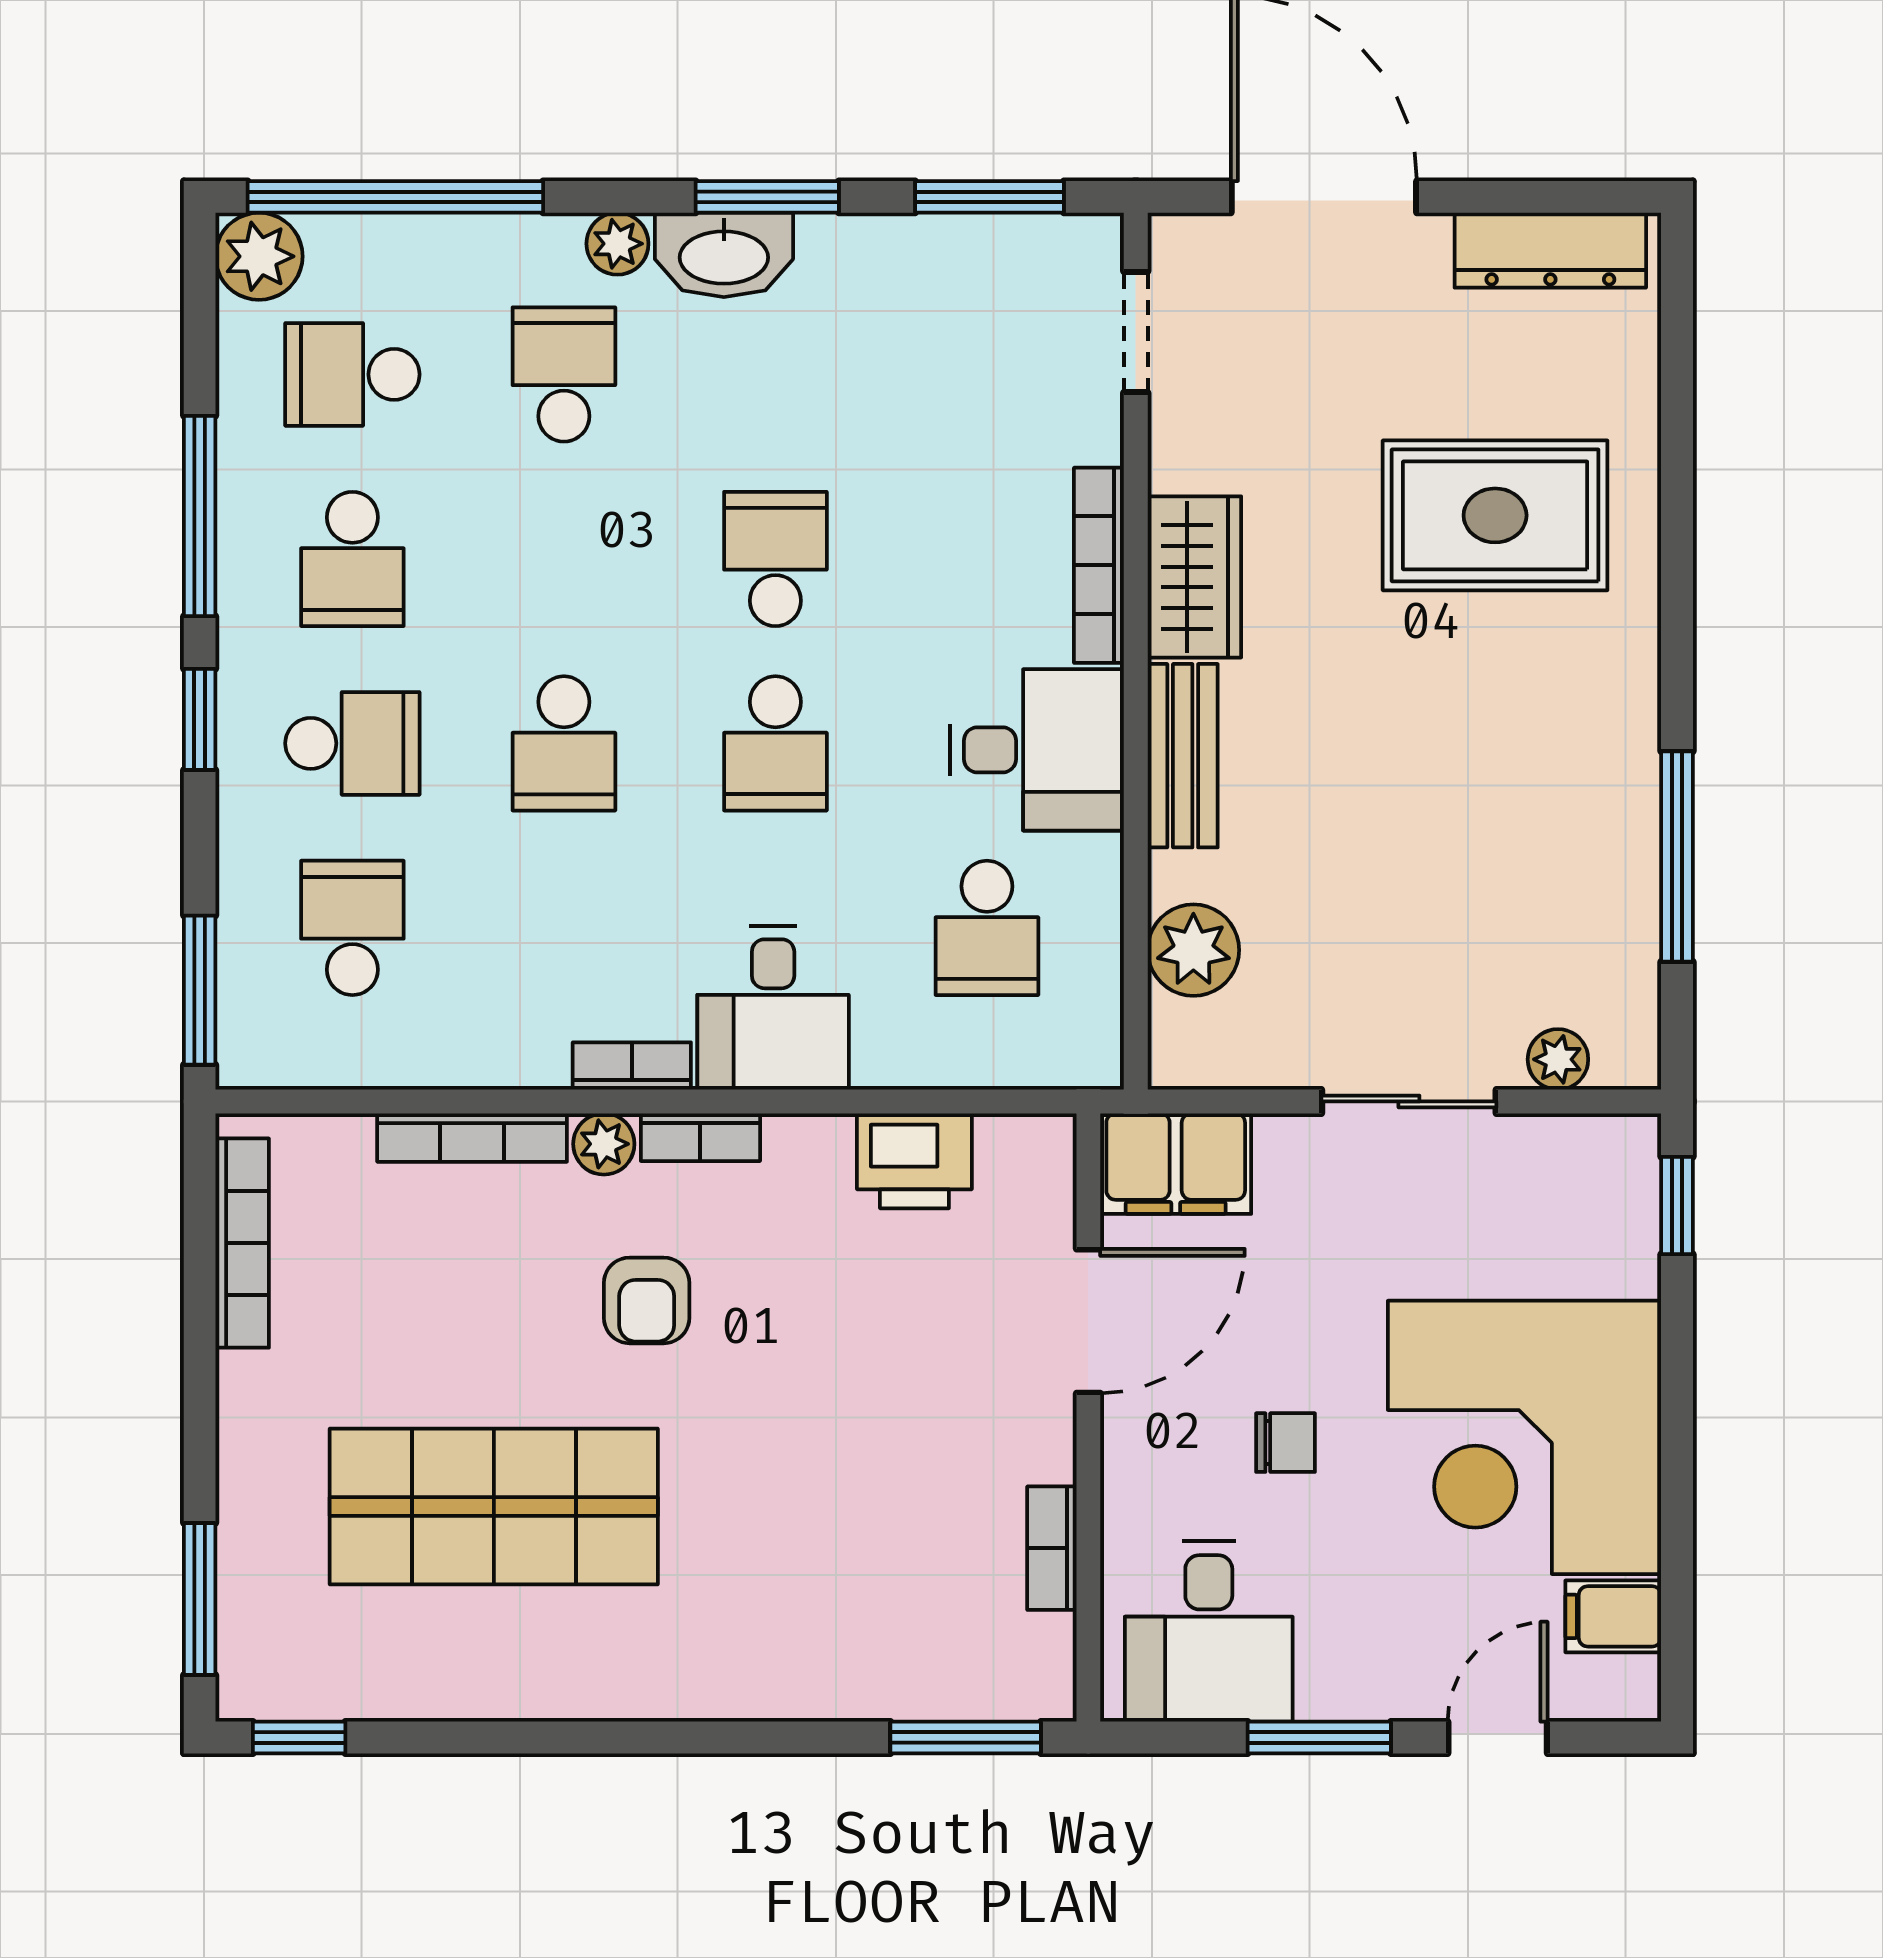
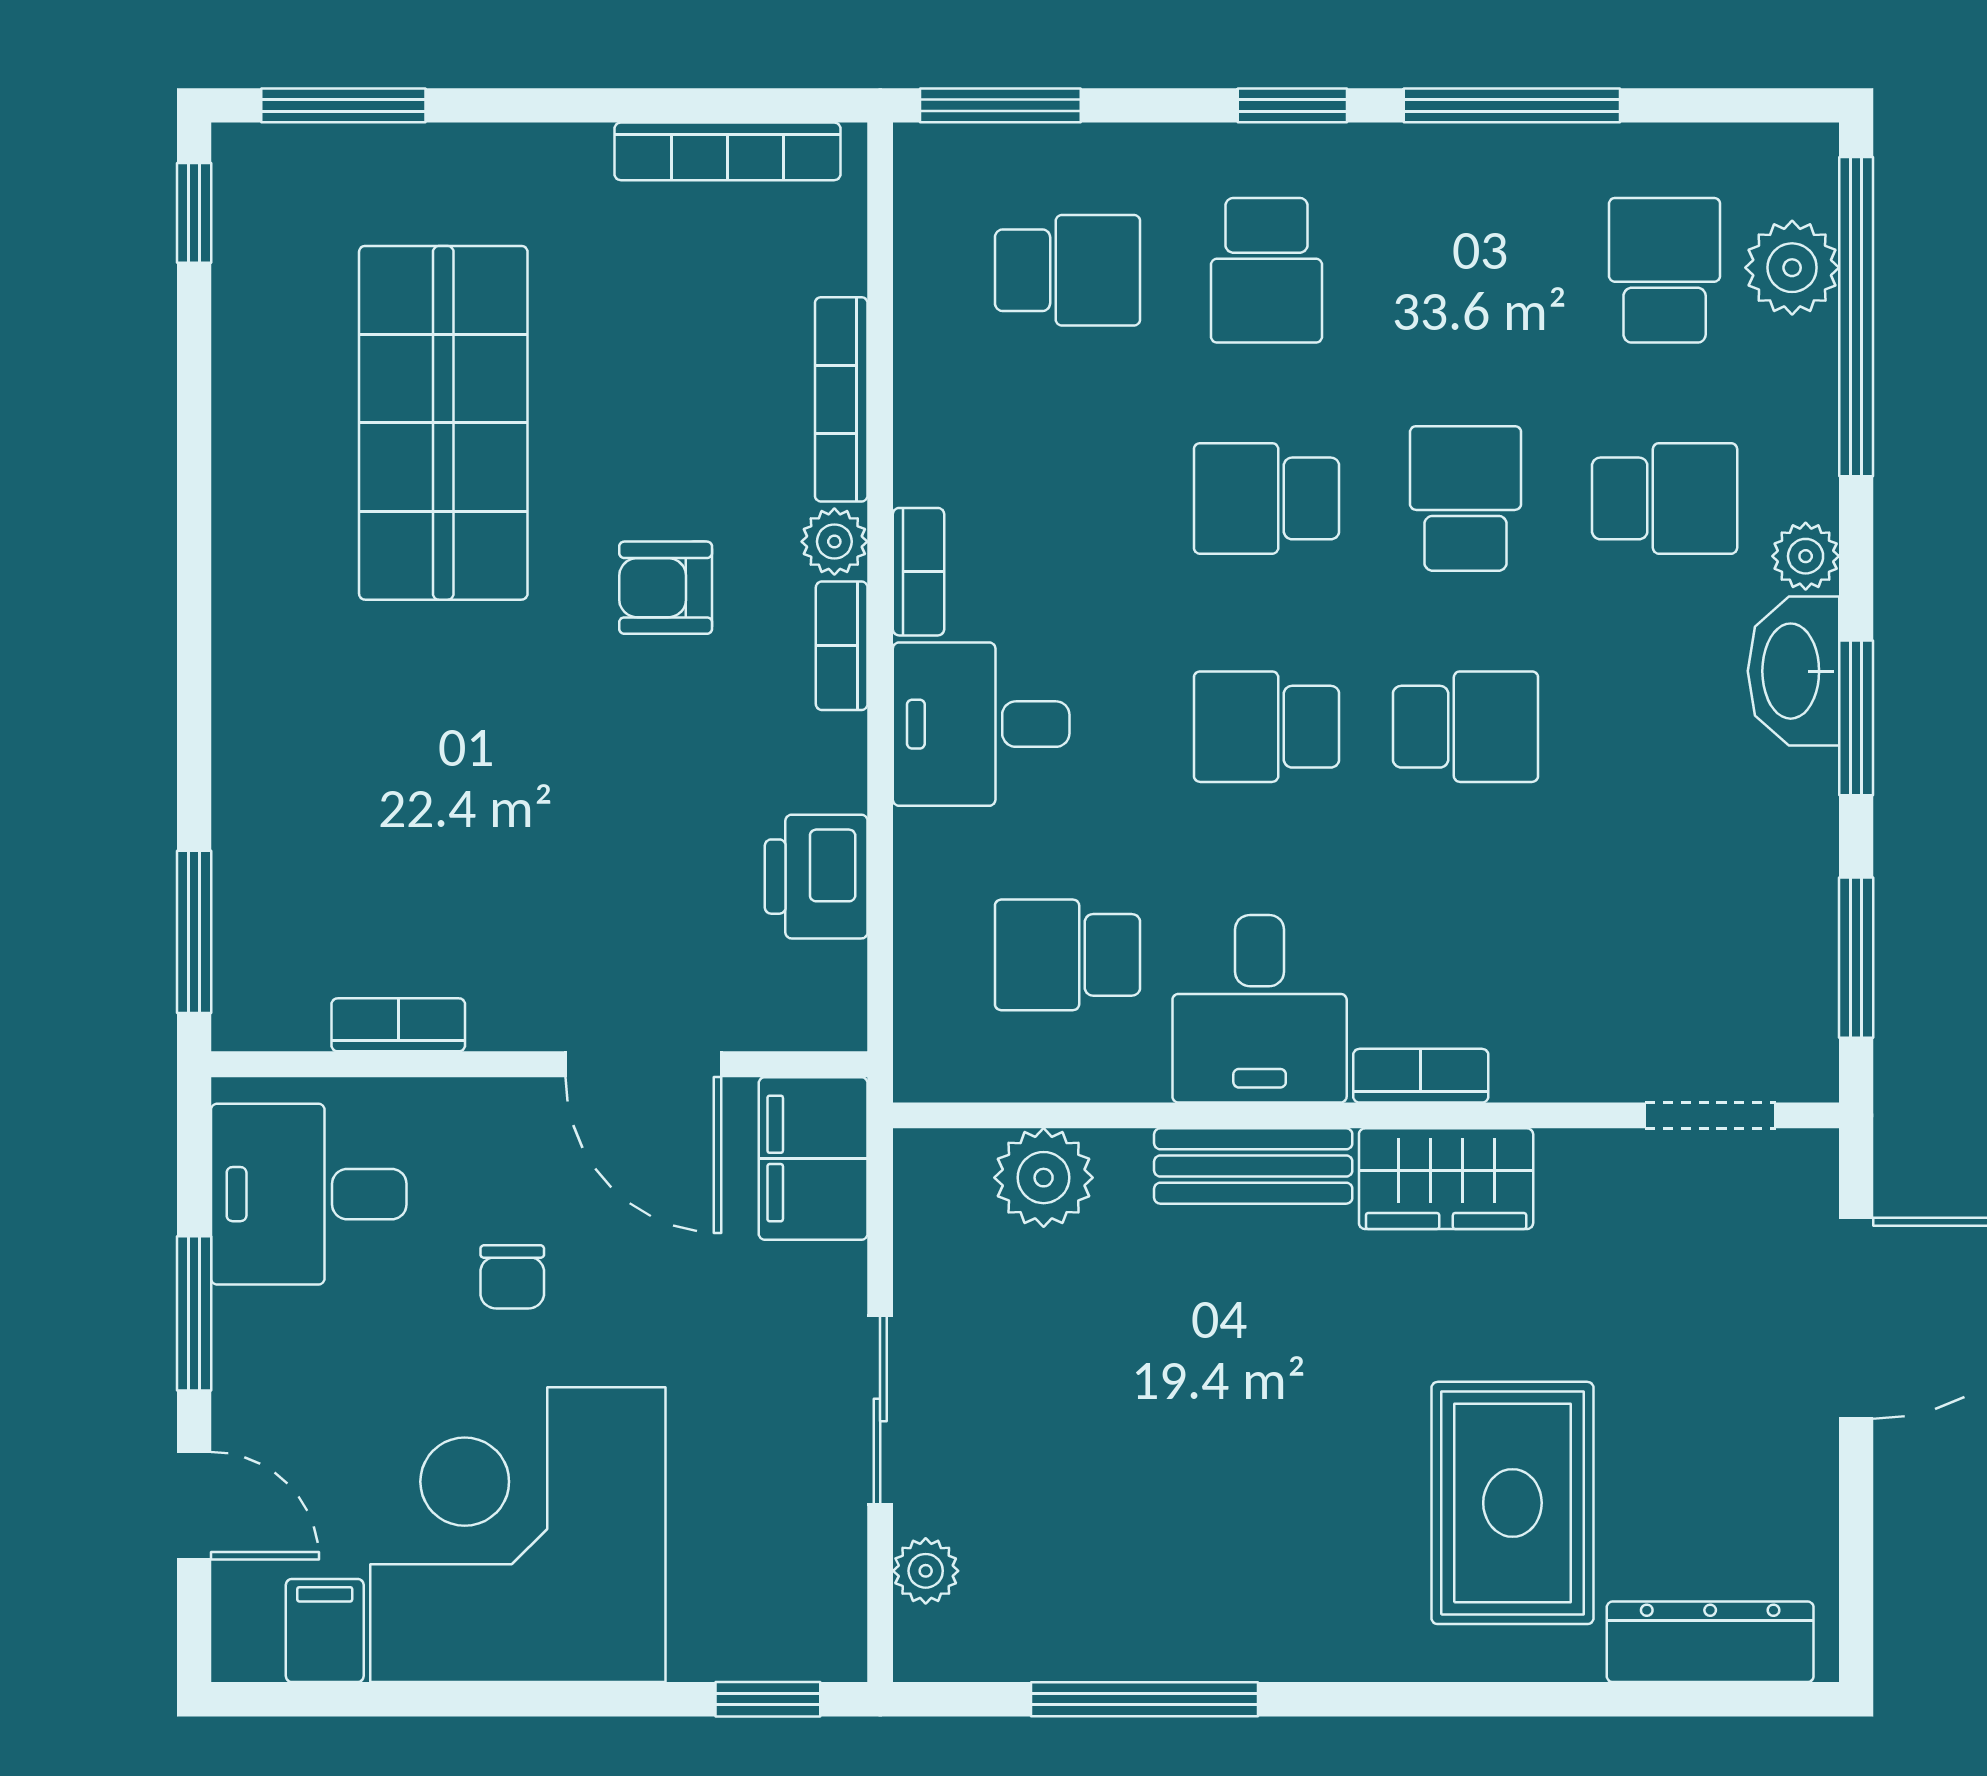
dresser: (1550, 250) -> (1710, 1642), moved, turned 90
plant: (259, 256) -> (1792, 268), moved
school desk: (352, 559) -> (1466, 498), moved, turned 90
bookcase: (1099, 565) -> (1421, 1076), width x0.64

